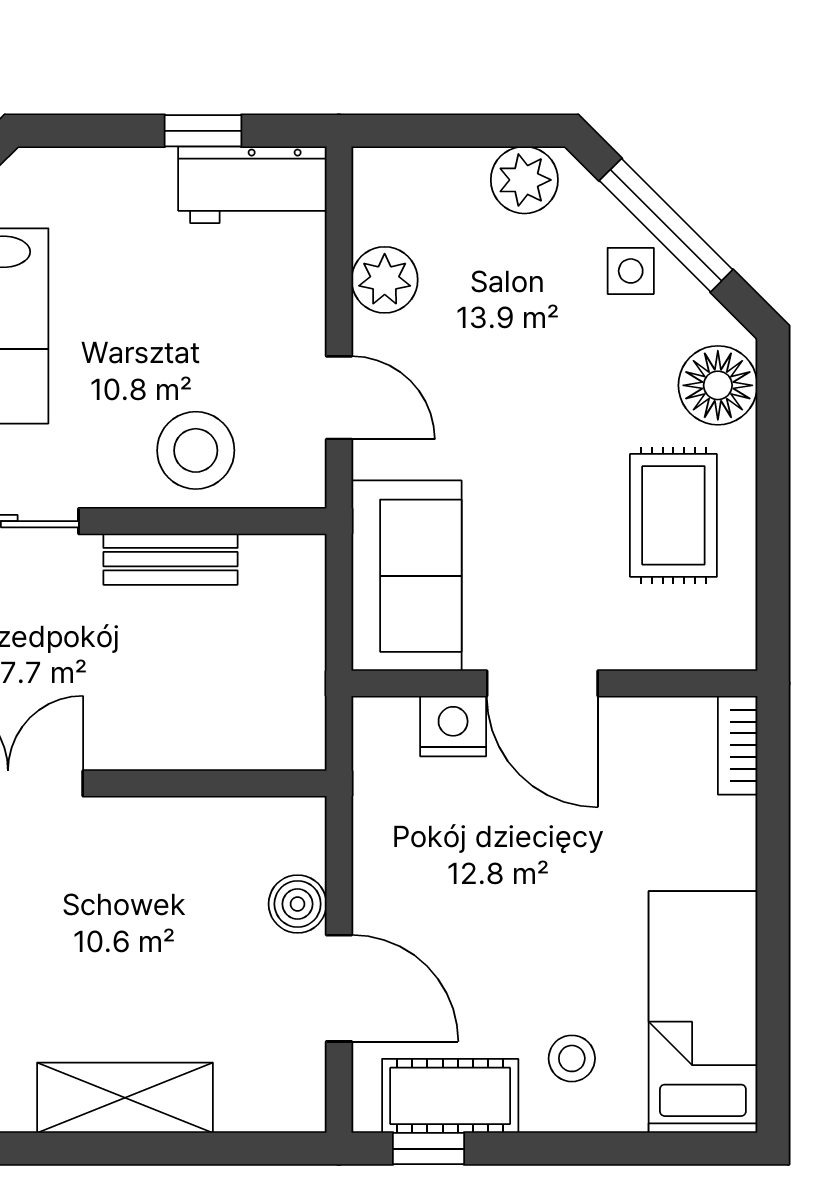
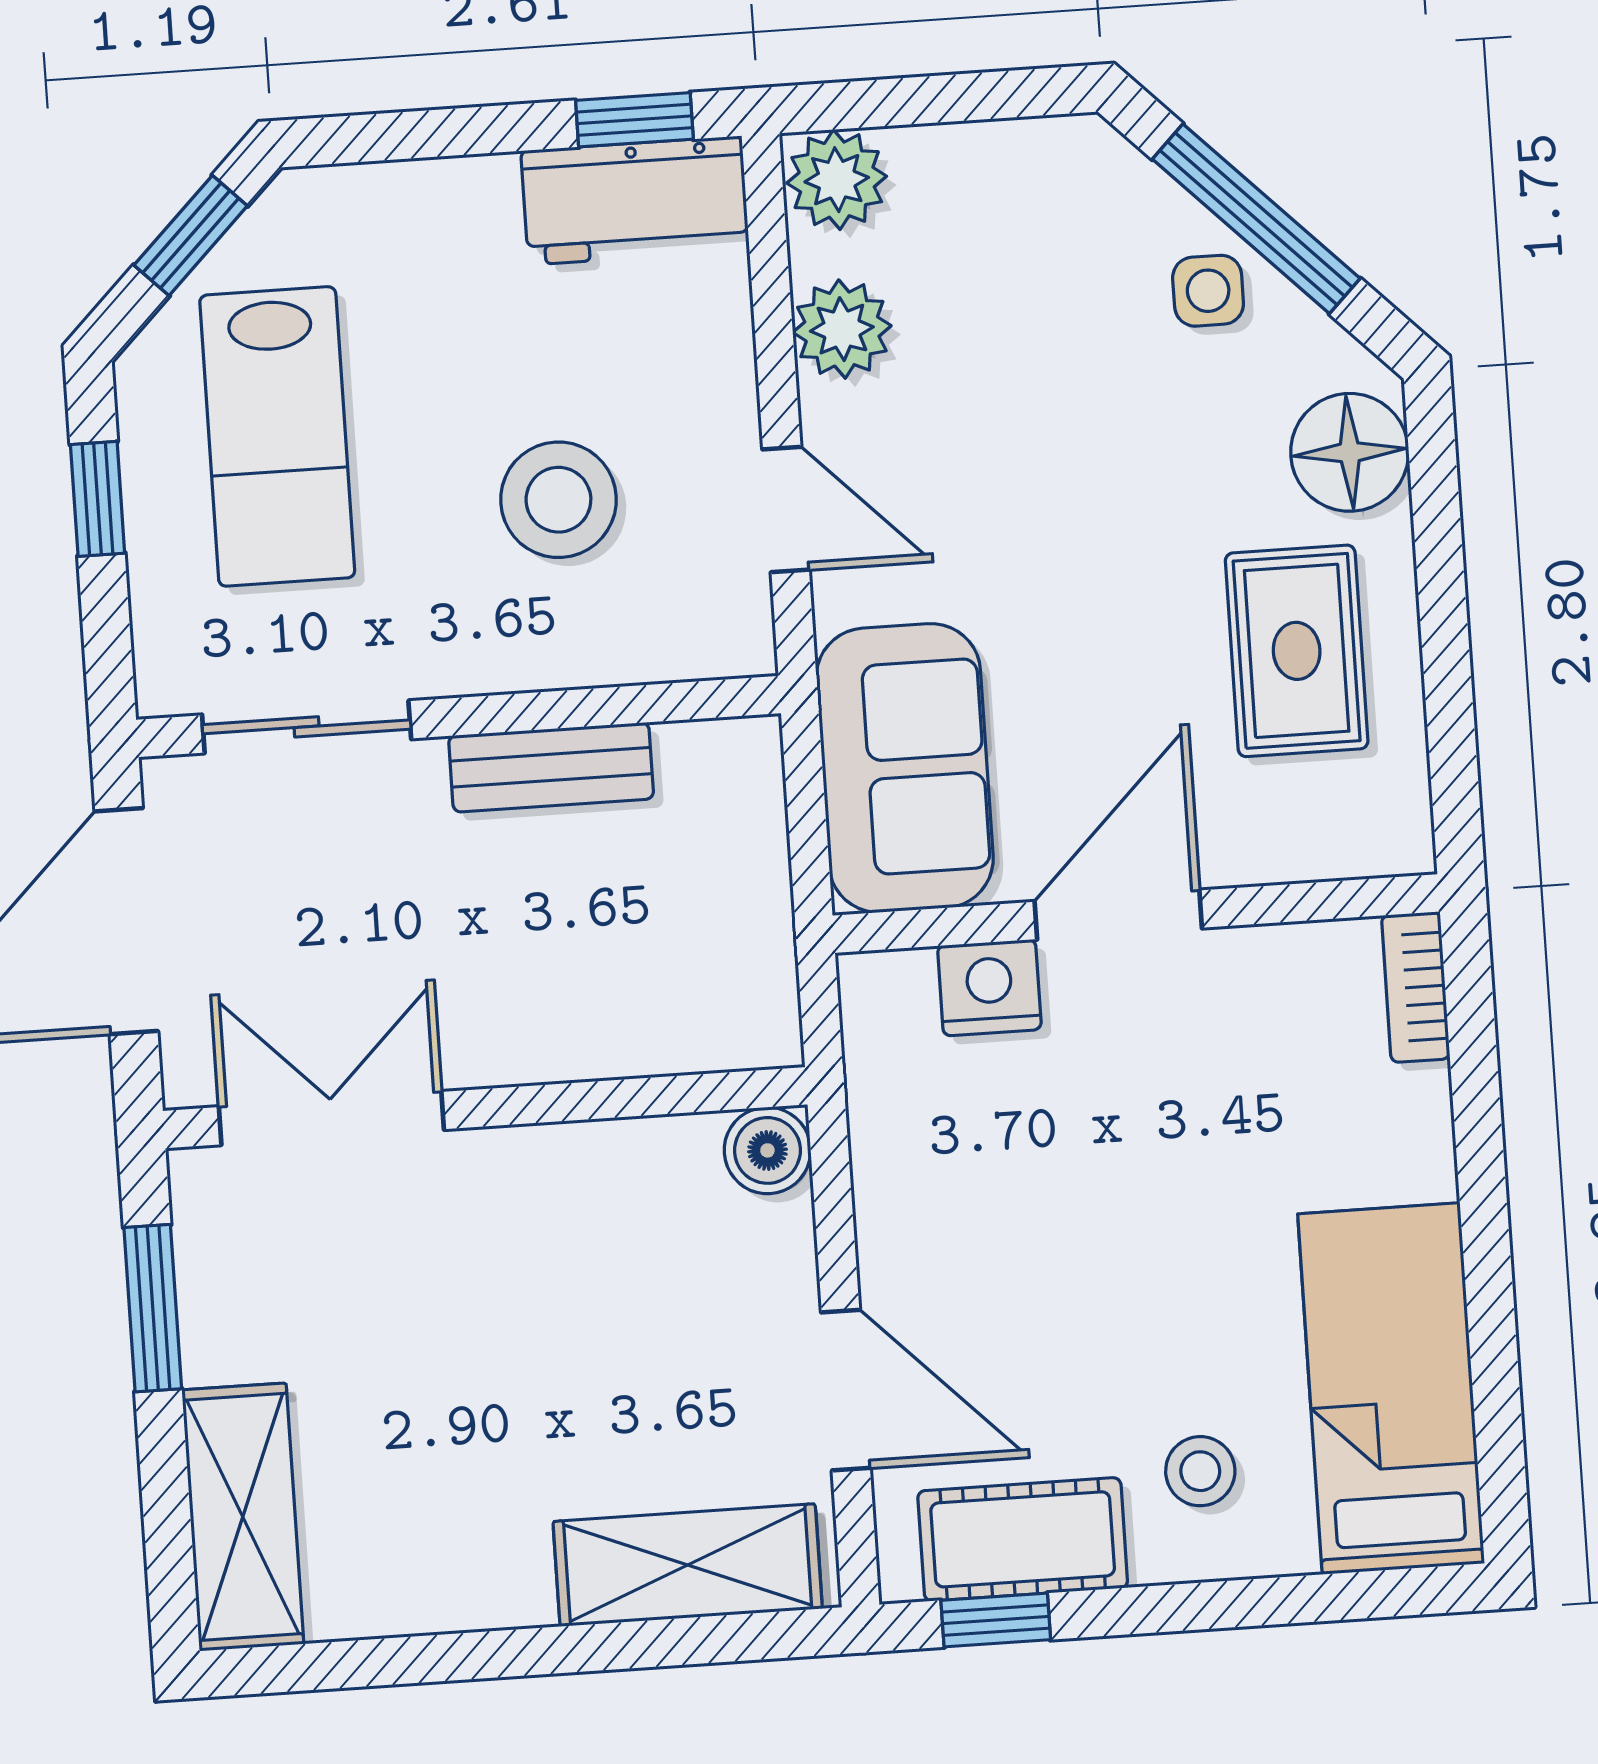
window: (203, 131) -> (634, 120), moved
plant: (524, 180) -> (837, 180), moved
stool: (196, 450) -> (558, 500), moved
door: (542, 683) -> (1118, 915), swing flipped
boiler: (298, 904) -> (767, 1150), moved
shelving: (125, 1098) -> (688, 1565), moved

